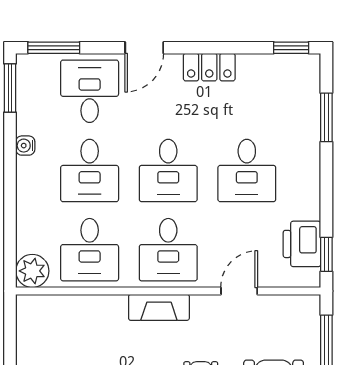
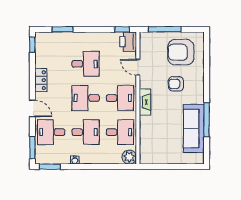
desk: (168, 170) -> (86, 98), turned 180
printer: (302, 244) -> (128, 42), moved, turned 90

